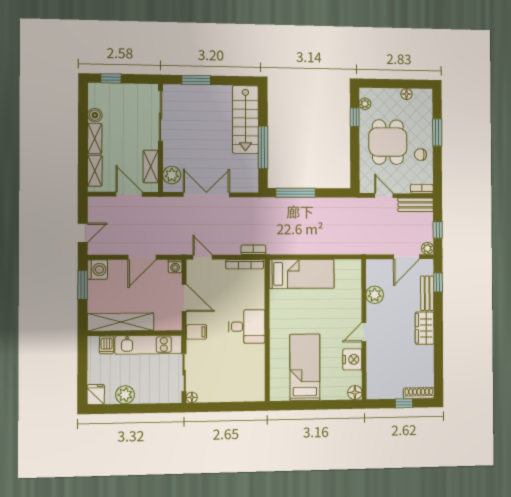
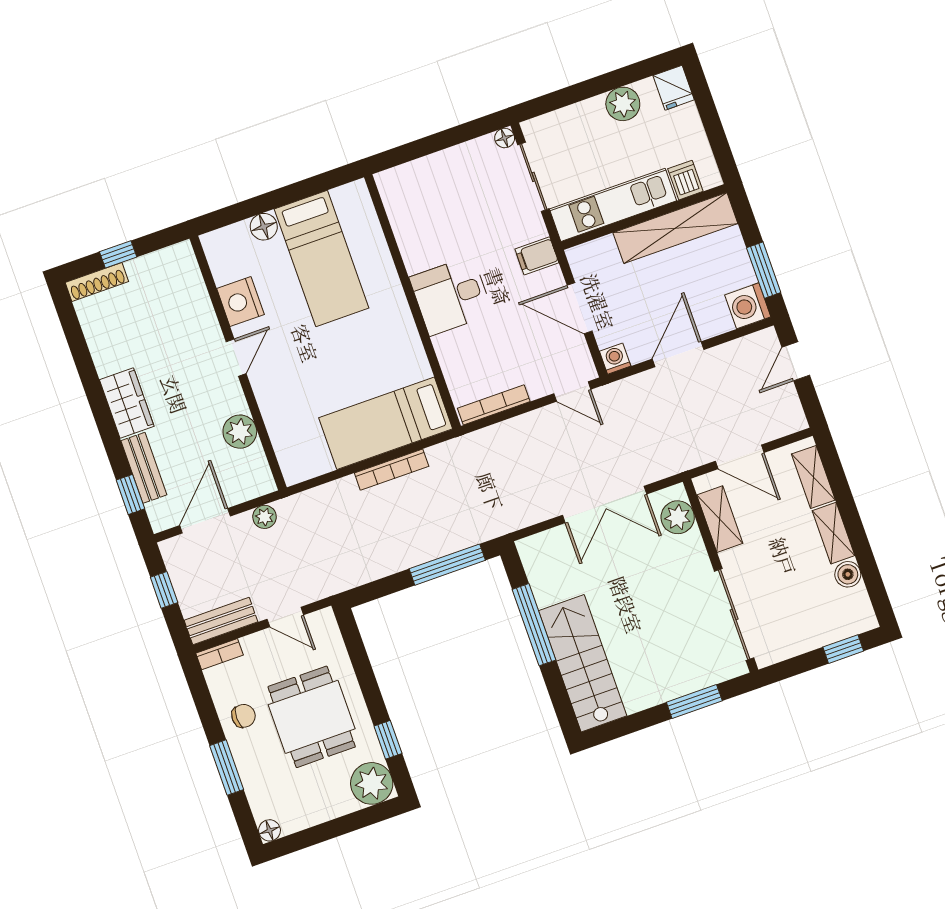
floor lamp: (406, 94) -> (269, 830), moved
plant: (365, 104) -> (372, 783), width x1.87, depth x1.87
plant: (427, 248) -> (265, 517), moved
bookcase: (253, 250) -> (392, 470), moved, width x1.56
floor lamp: (355, 393) -> (264, 227), moved

